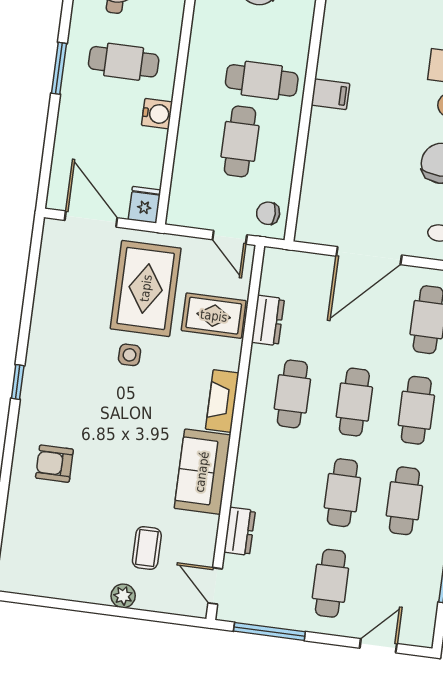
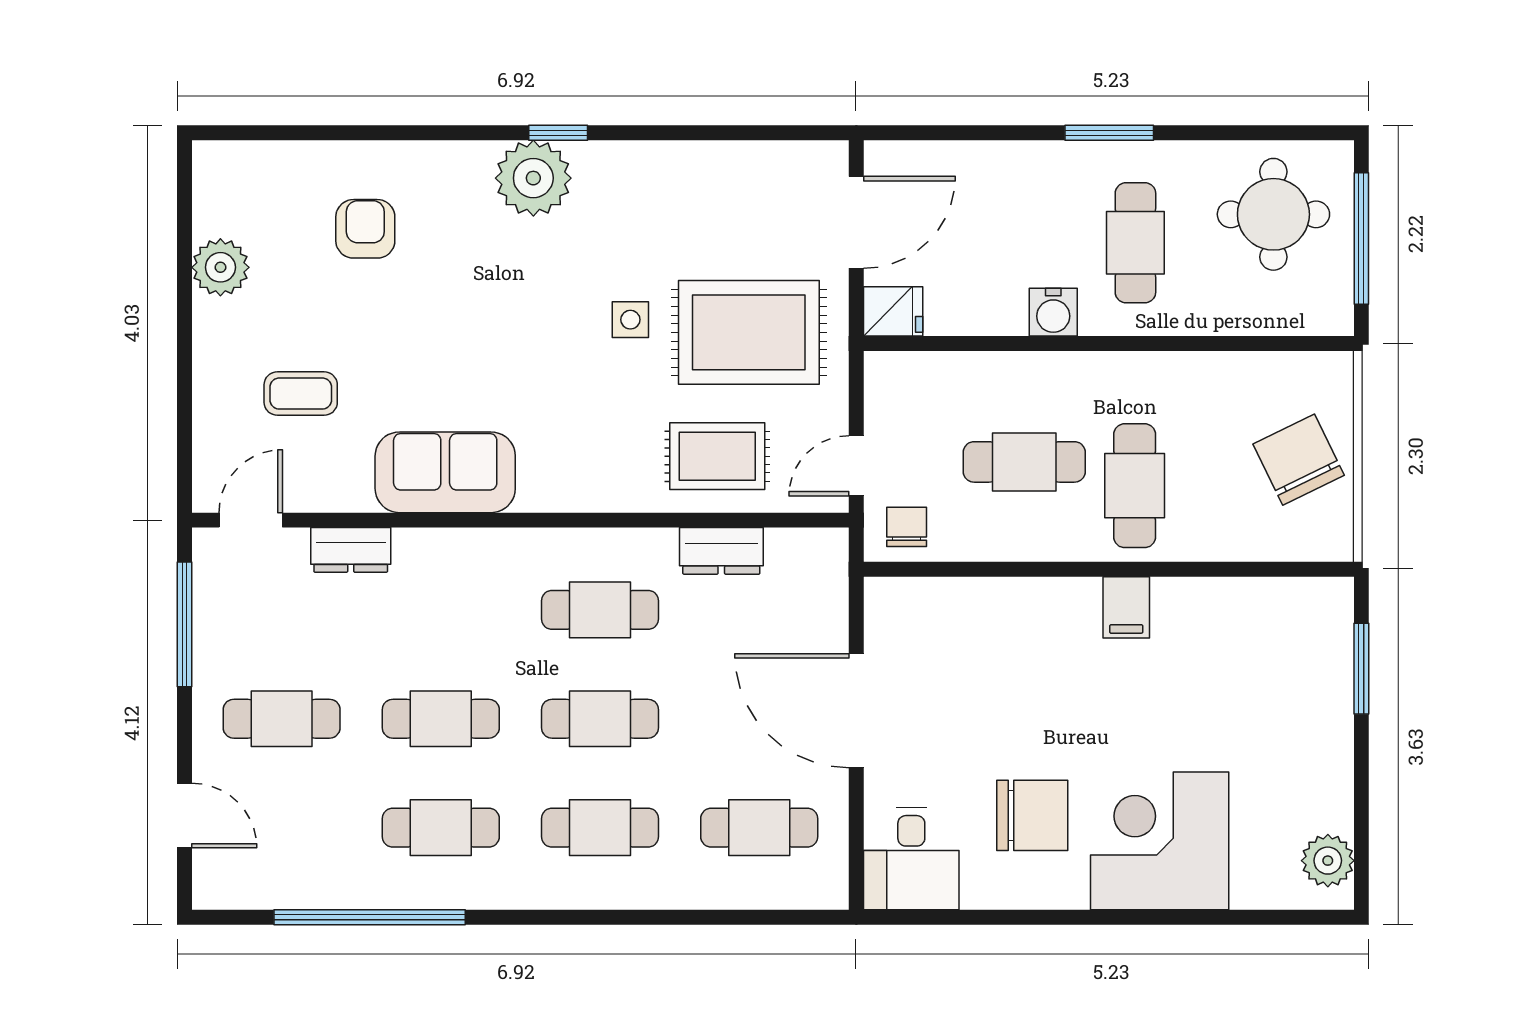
rug: (214, 316) -> (717, 456), turned 90
plant: (42, 400) -> (533, 178), added
fireplace: (222, 401) -> (572, 490), removed
armchair: (54, 464) -> (365, 229), moved
plant: (123, 596) -> (220, 267), moved, width x1.38, depth x1.38

